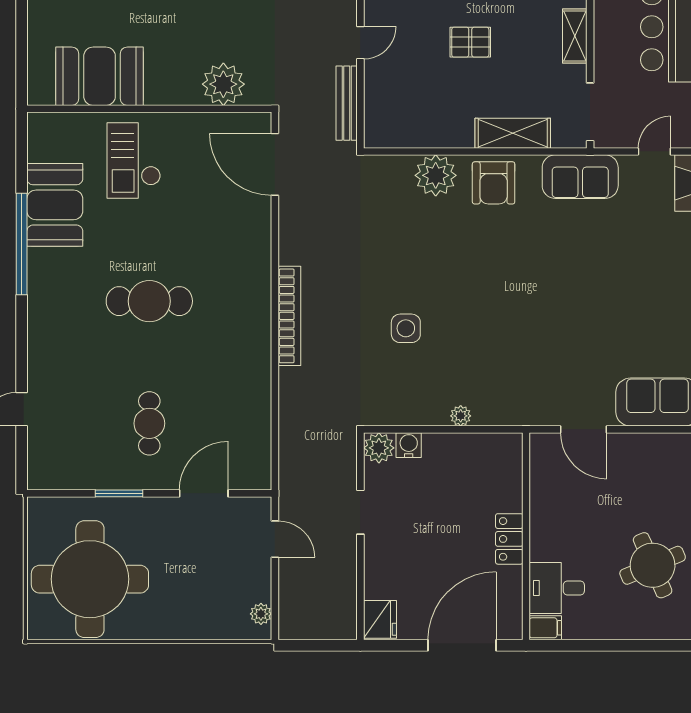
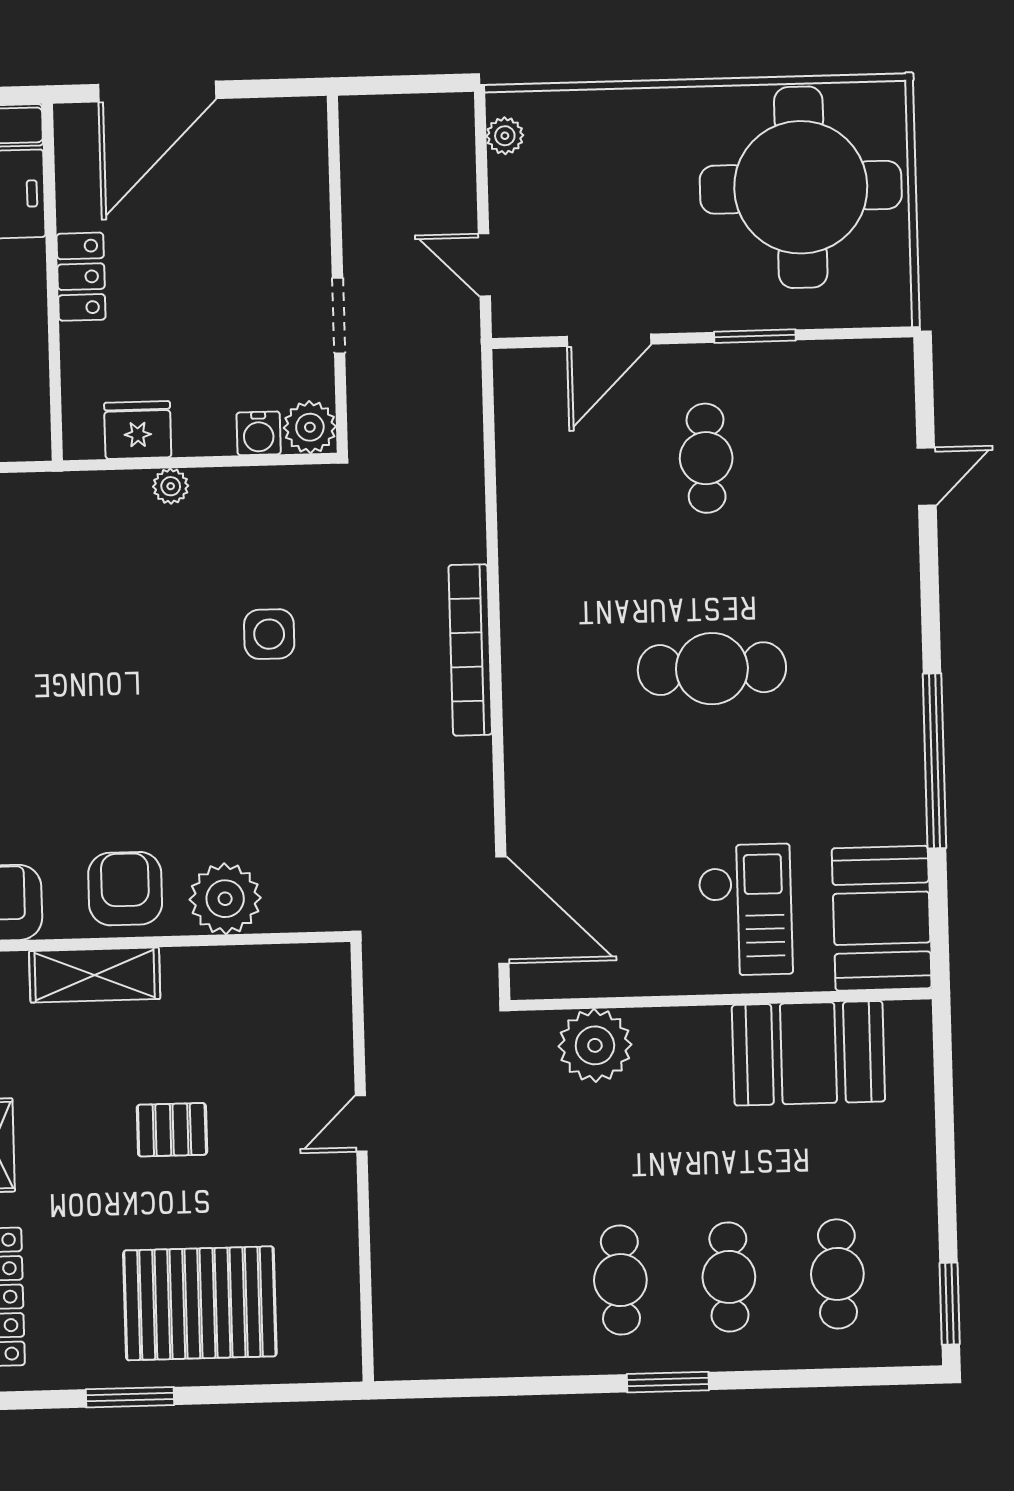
bench: (347, 103) -> (382, 1019), removed
booth: (55, 205) -> (882, 918), moved
fridge: (380, 619) -> (138, 430), moved, turned 90

